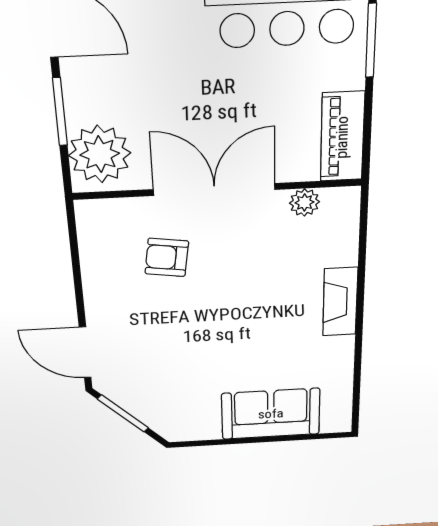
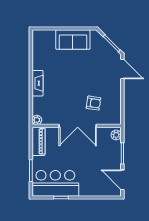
plant: (100, 154) -> (116, 135), width x0.53, depth x0.53
plant: (304, 202) -> (37, 120), moved
sofa: (271, 414) -> (73, 40), moved

